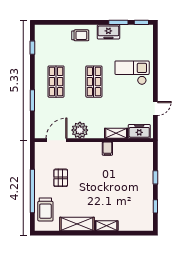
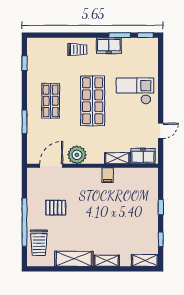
shop shelf: (94, 82) -> (93, 101), width x1.43, depth x1.36
pallet: (61, 178) -> (56, 208), turned 90
shelving: (141, 225) -> (145, 260), added

